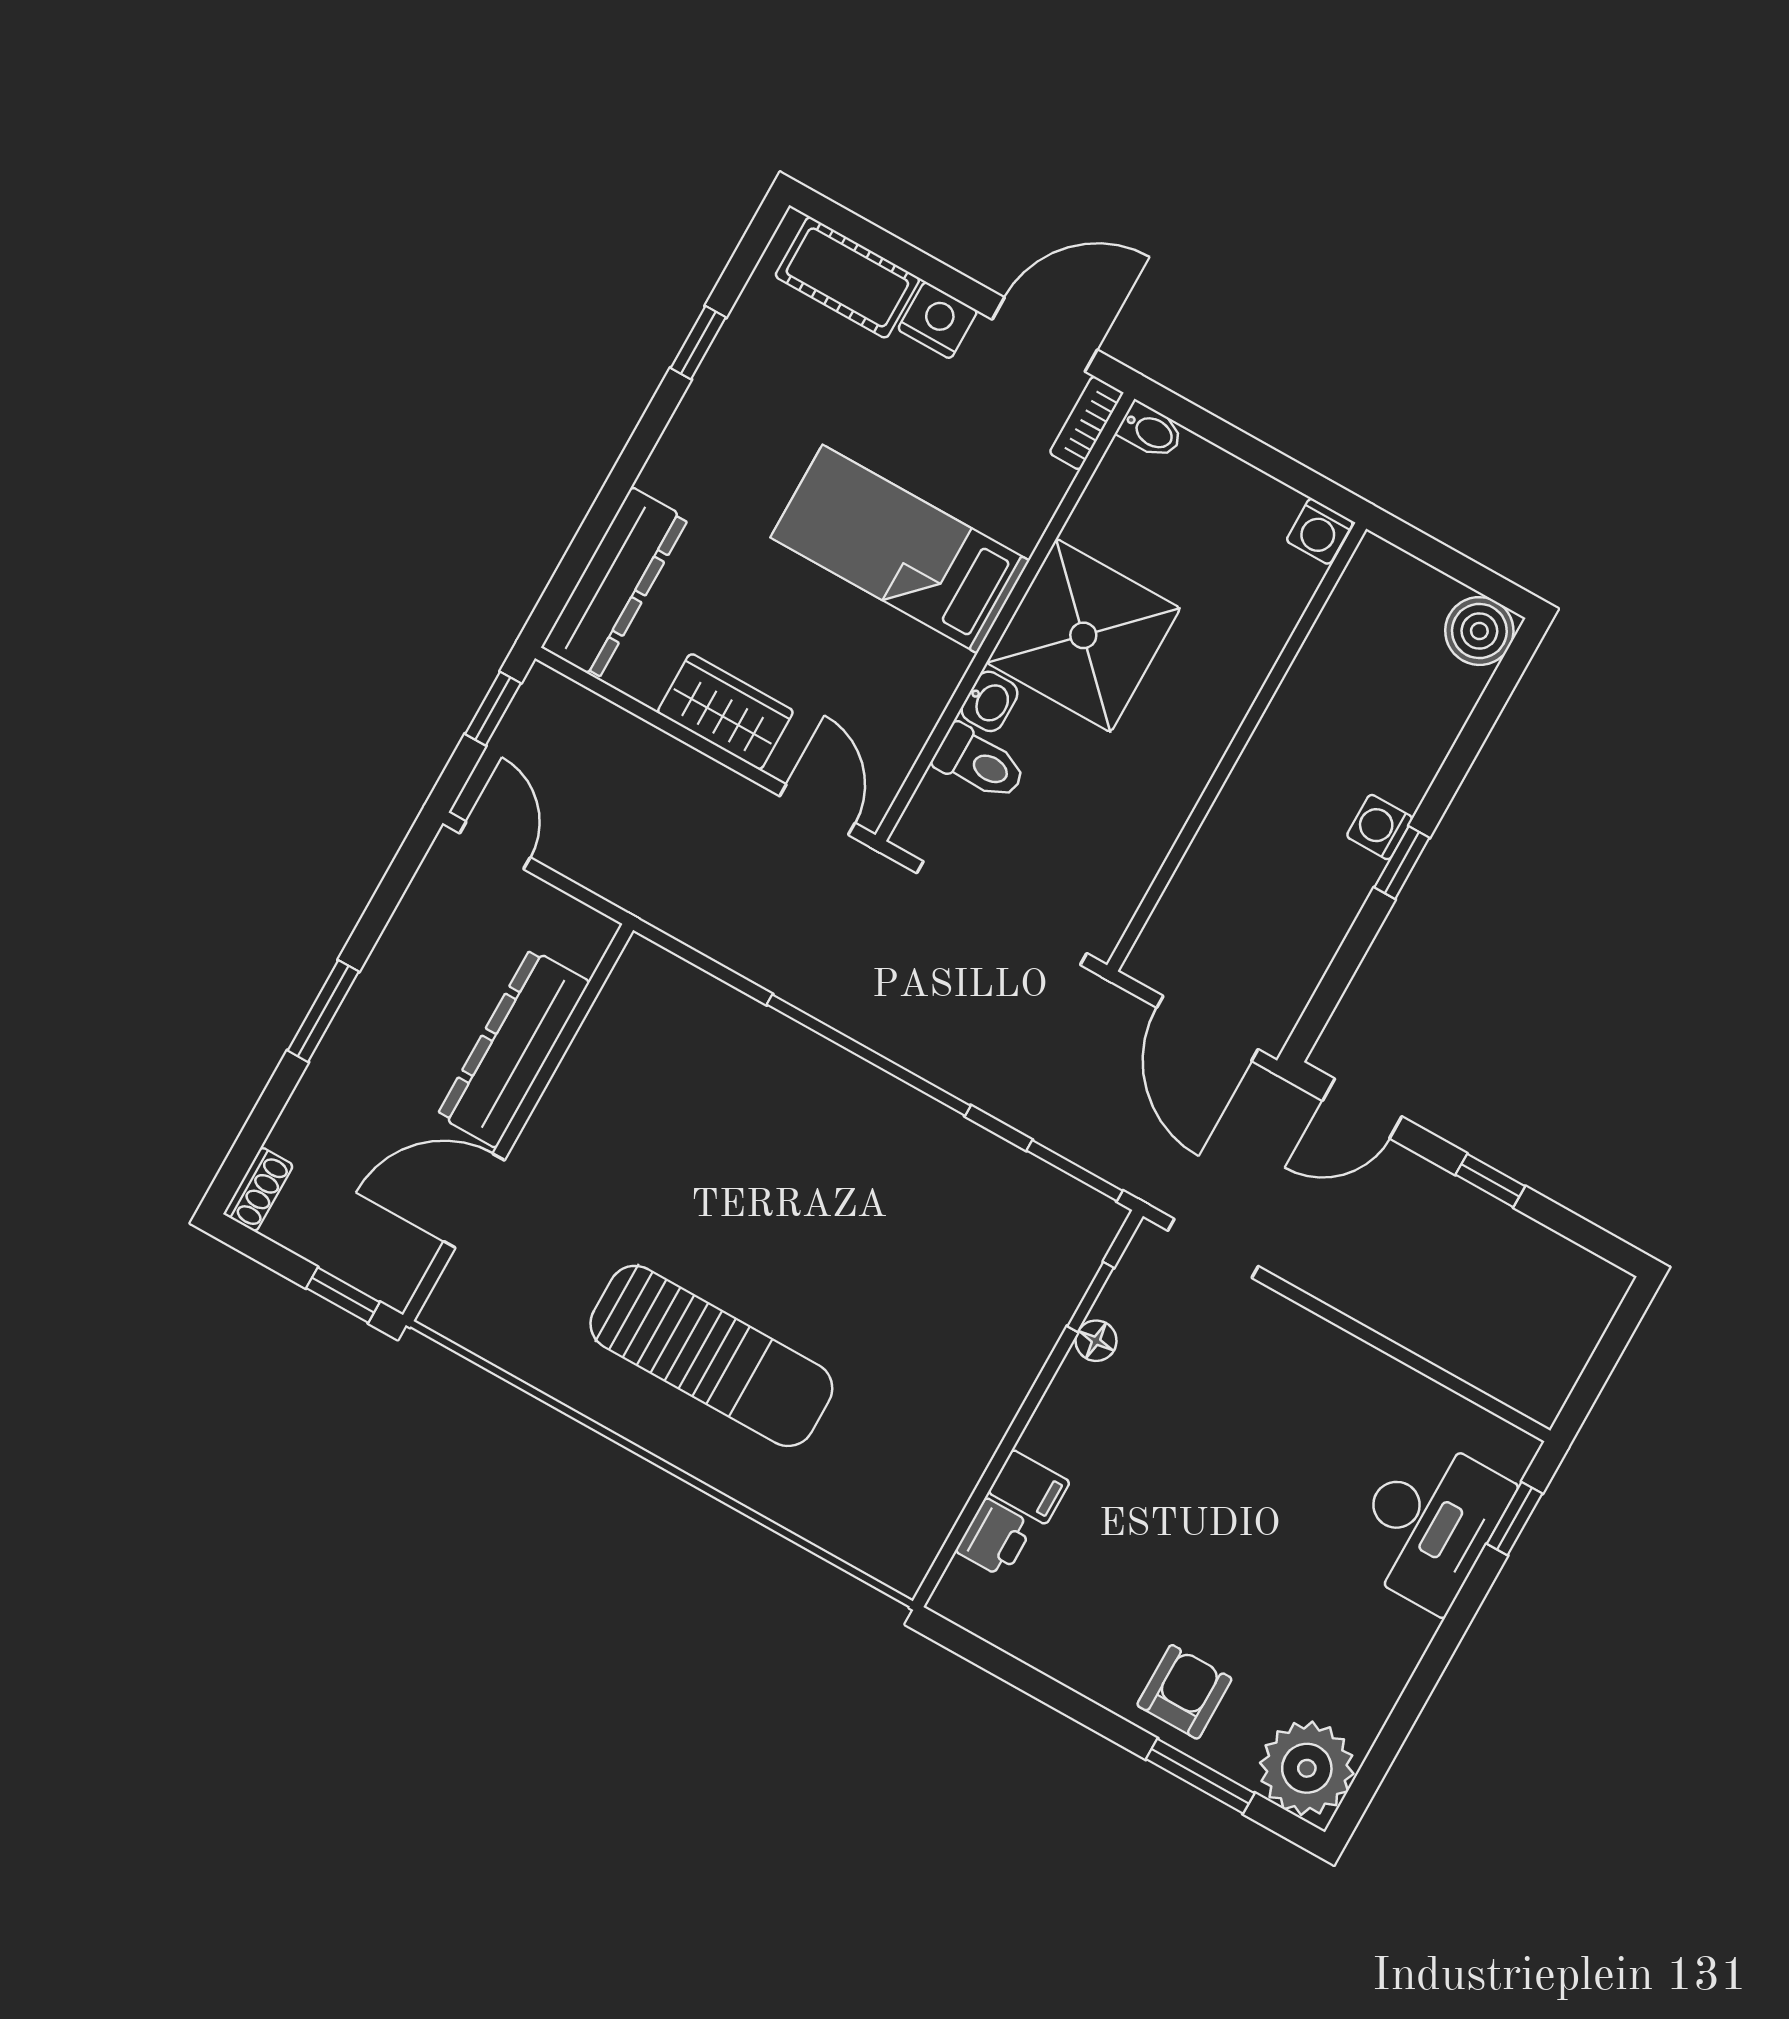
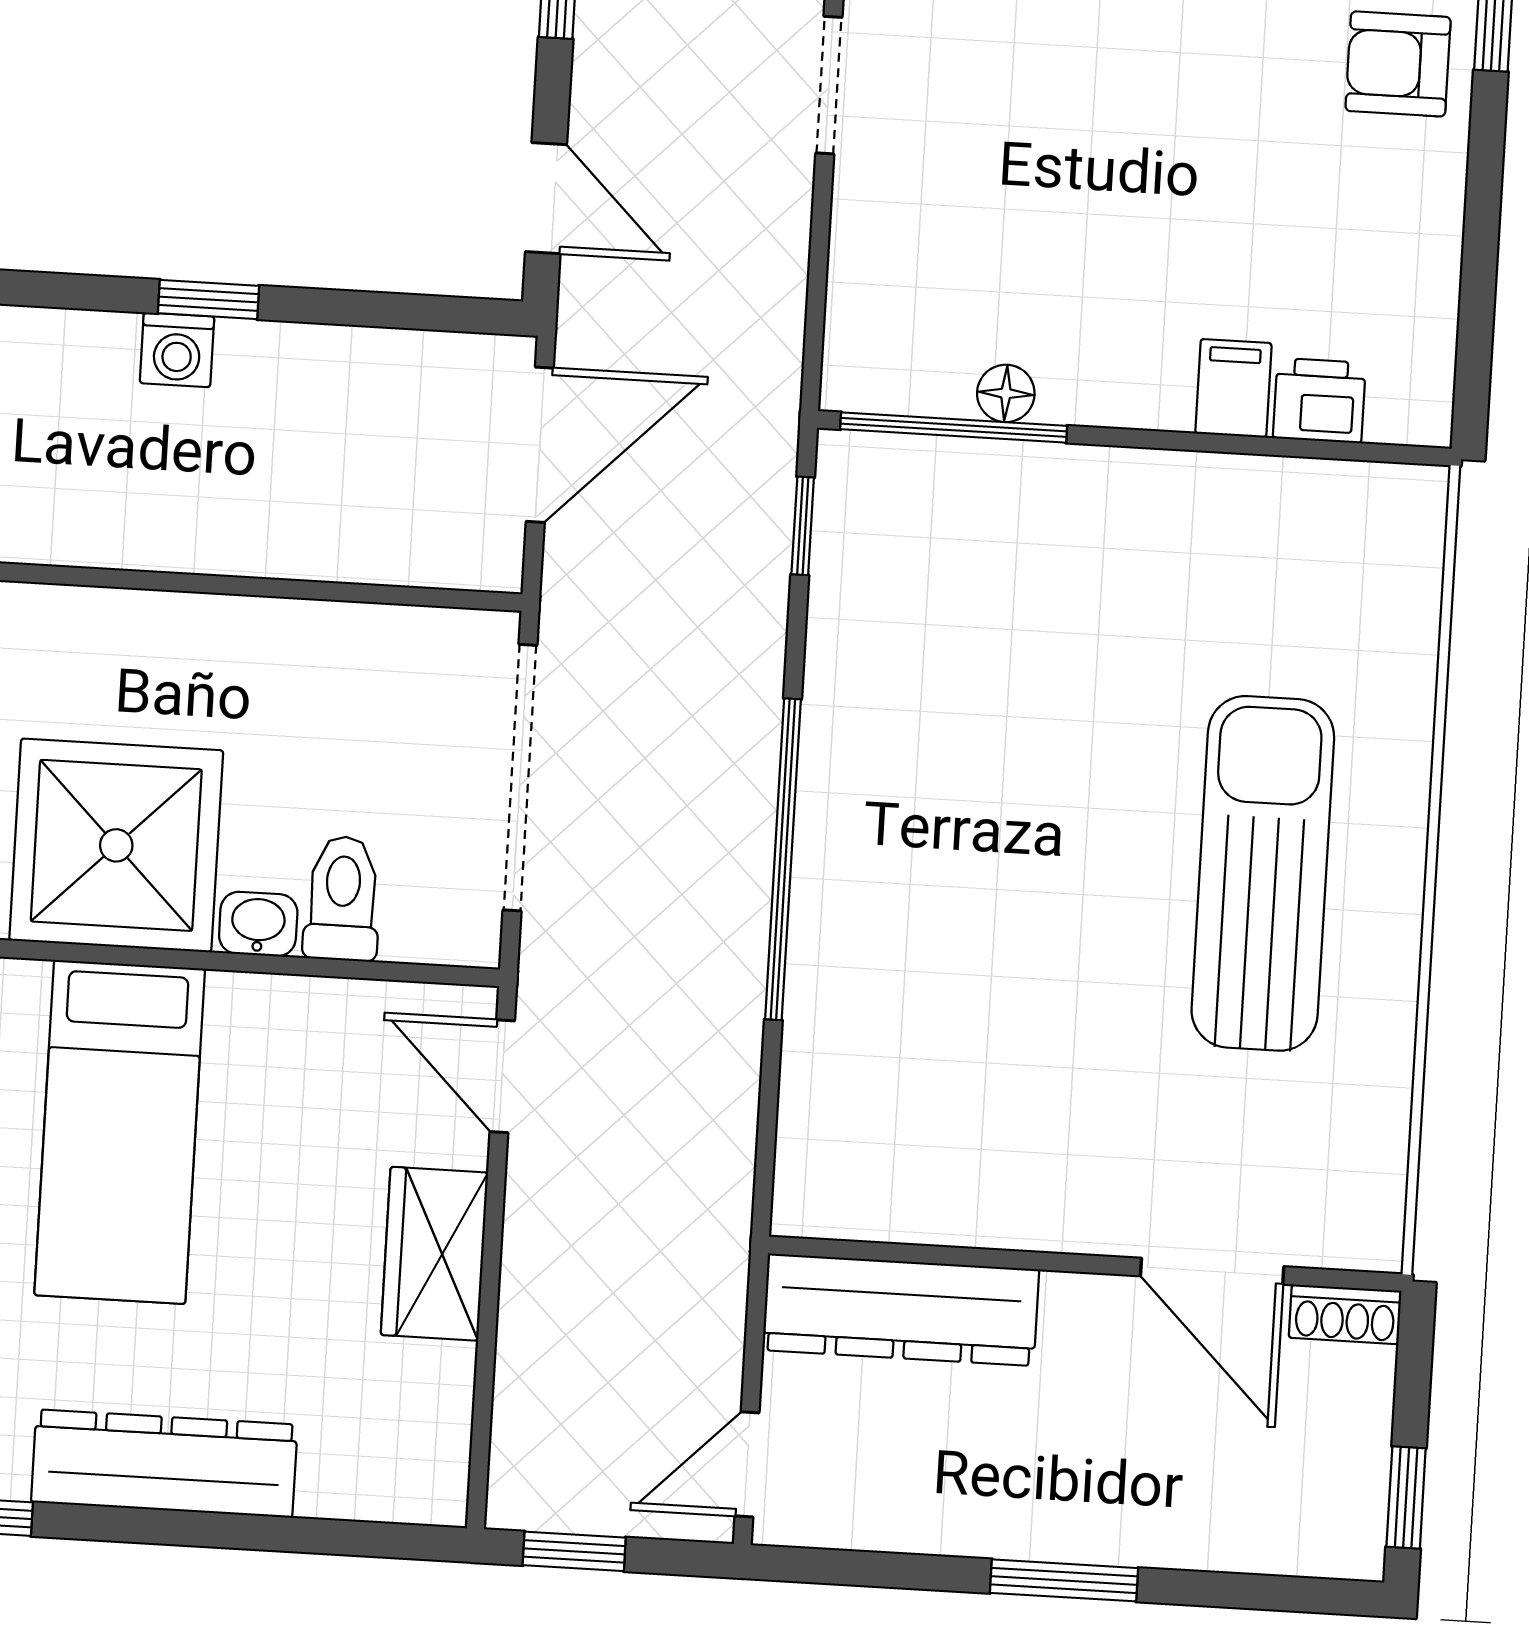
dresser: (615, 583) -> (164, 1464), moved
door: (817, 810) -> (502, 1076), hinge flipped
dresser: (513, 1048) -> (901, 1310), moved
window: (1075, 1171) -> (803, 526), width x0.67
shoe rack: (258, 1189) -> (1345, 1314), moved, turned 180
doorway: (1213, 1248) -> (829, 85), moved
window: (343, 1295) -> (1406, 1498), moved
window: (1090, 1297) -> (954, 427), width x2.17

